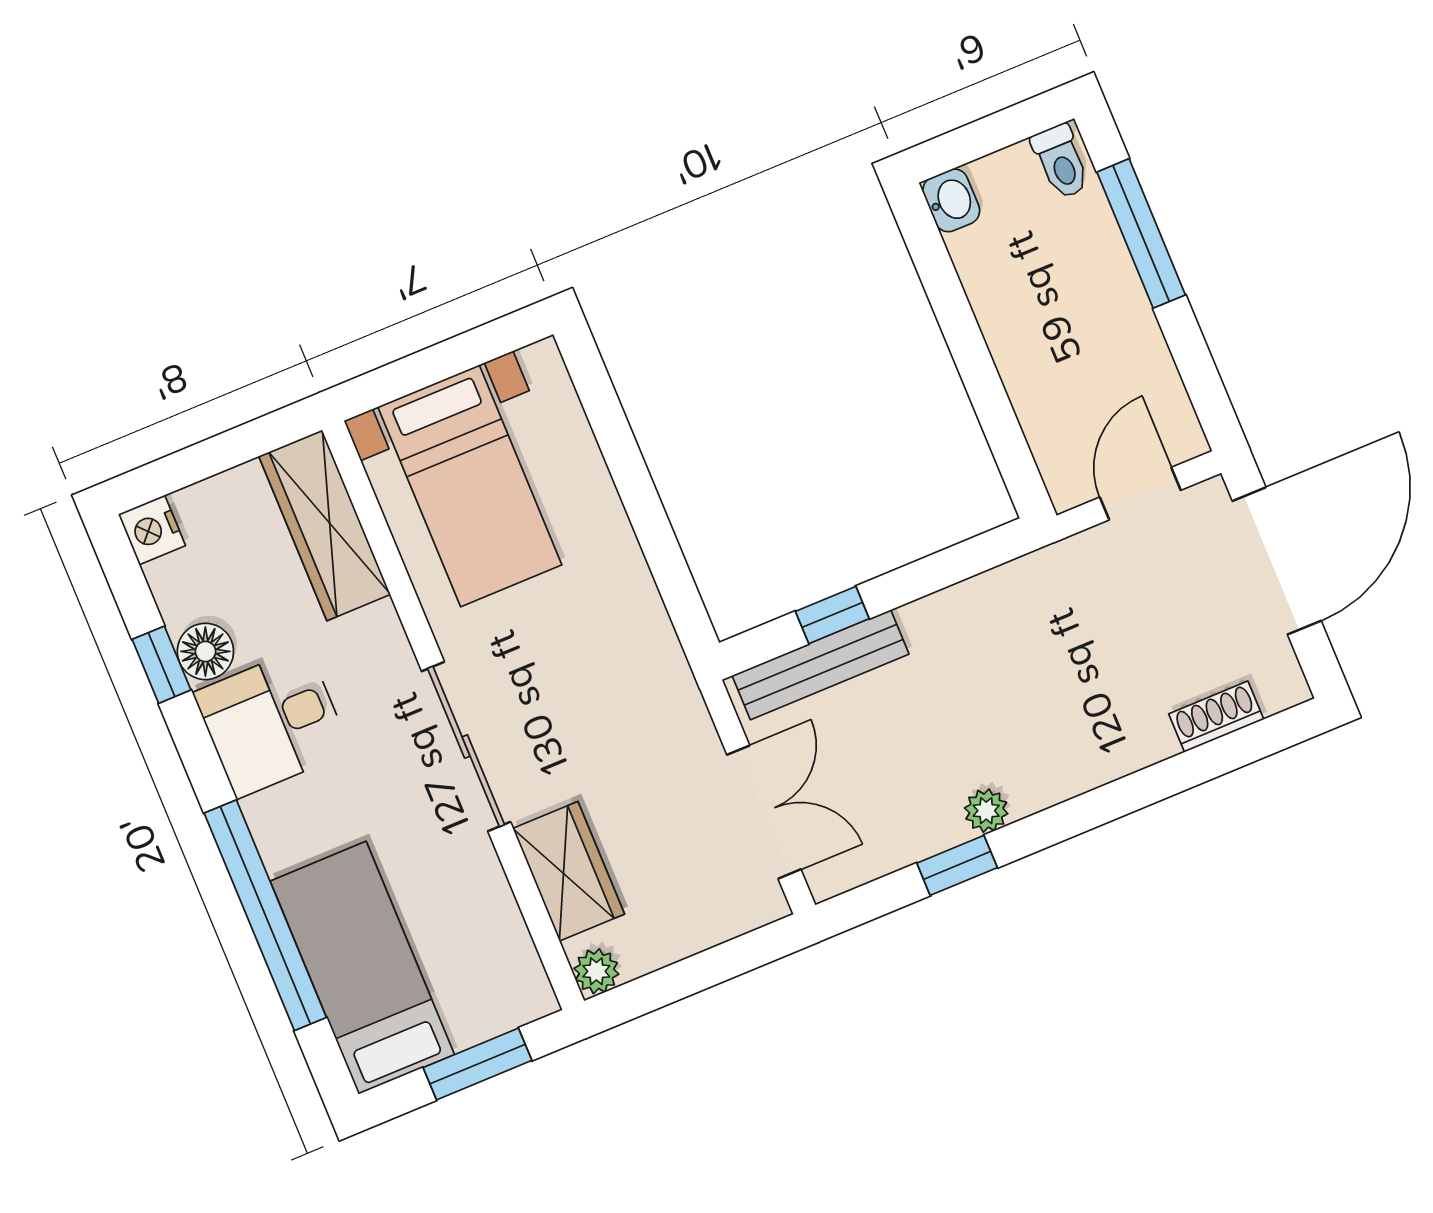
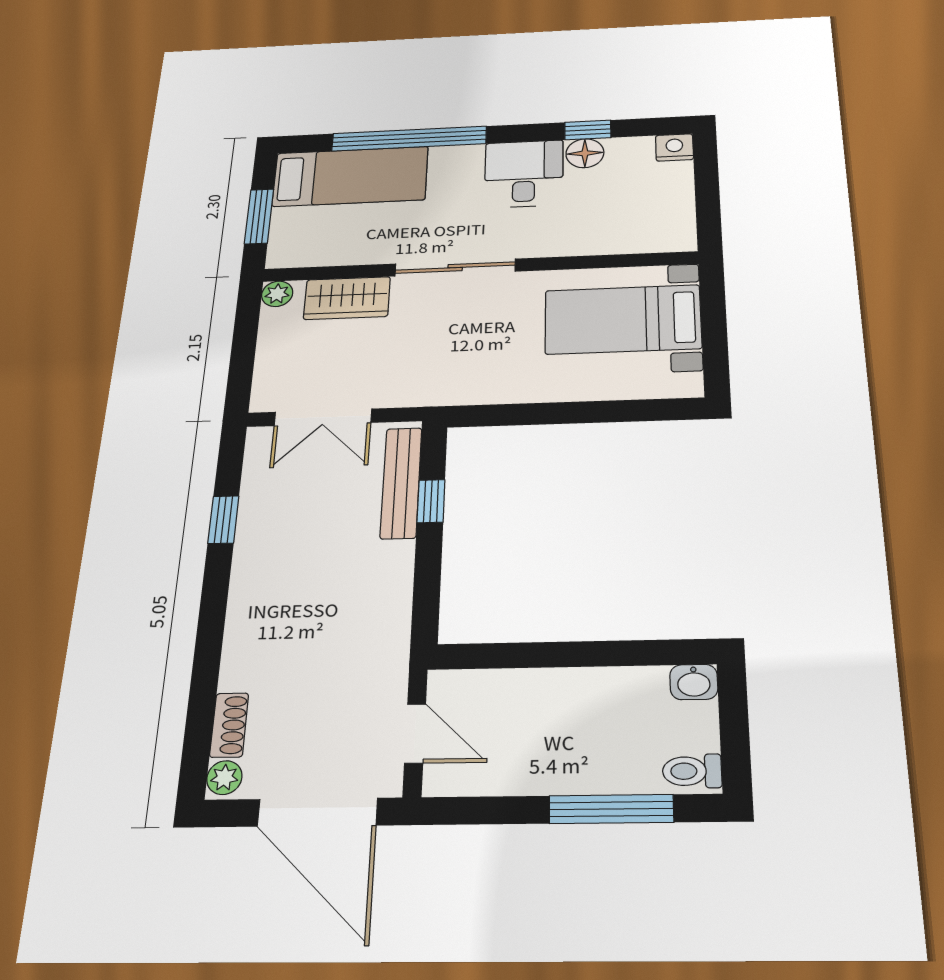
wardrobe: (325, 525) -> (635, 235), removed
plant: (986, 811) -> (224, 778), moved

